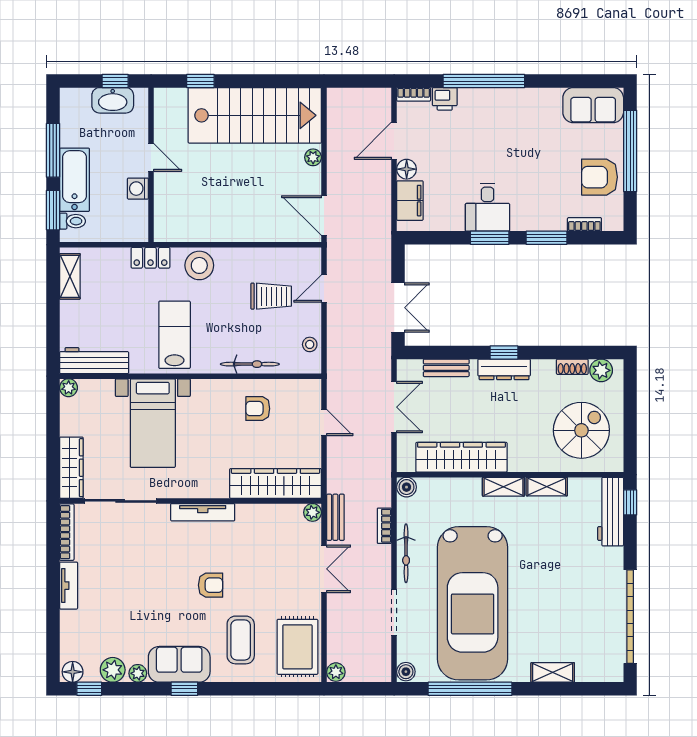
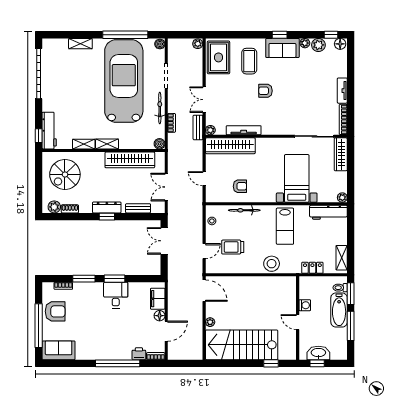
locker: (150, 258) -> (312, 268), moved
tv unit: (203, 512) -> (244, 130), moved

